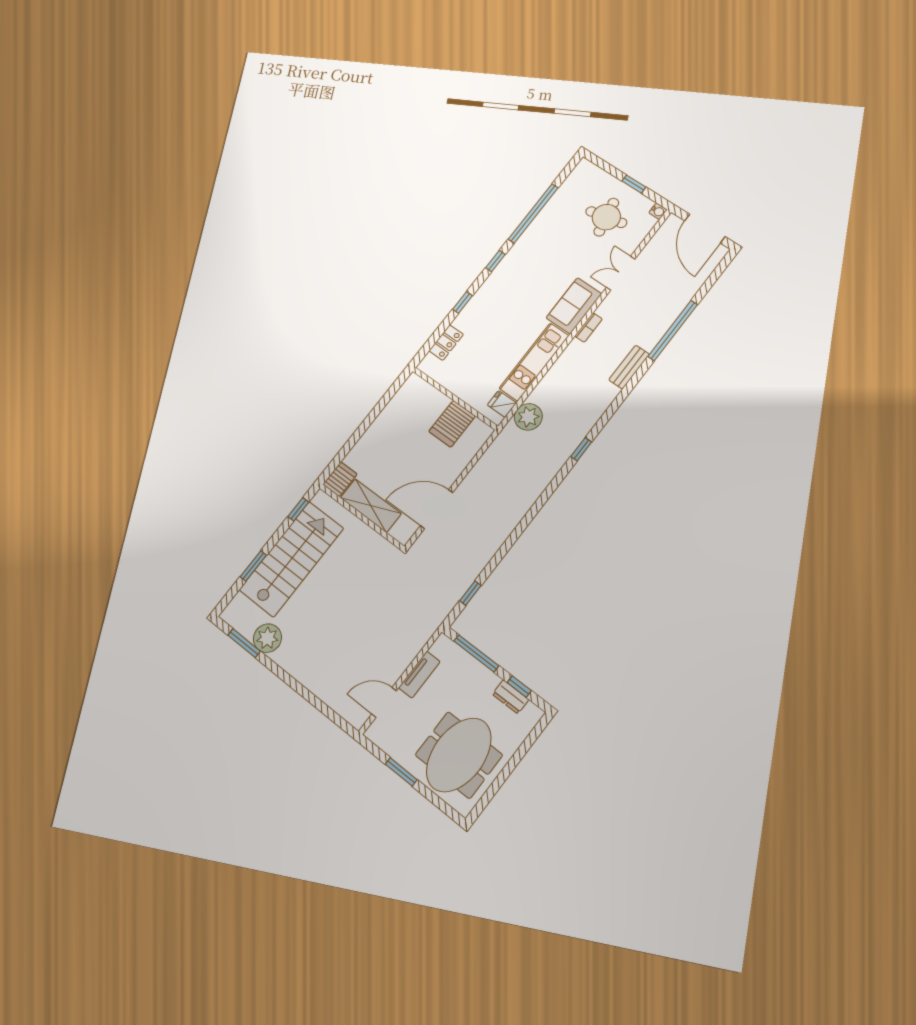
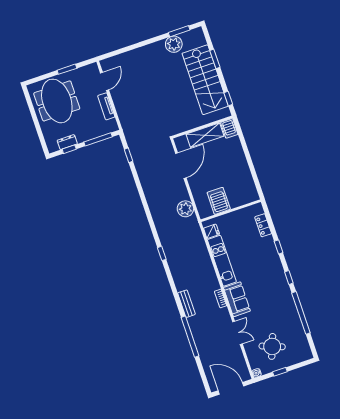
round table: (606, 217) -> (272, 346), turned 33
plant: (528, 417) -> (185, 209), moved

